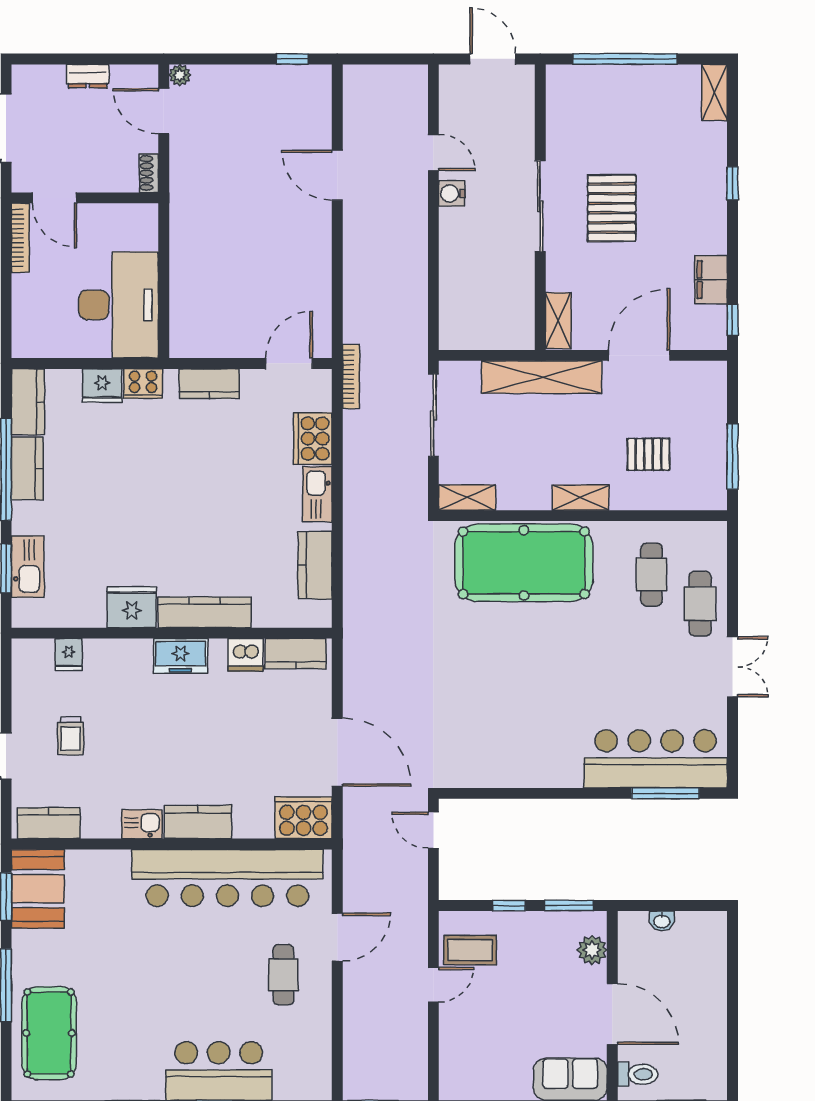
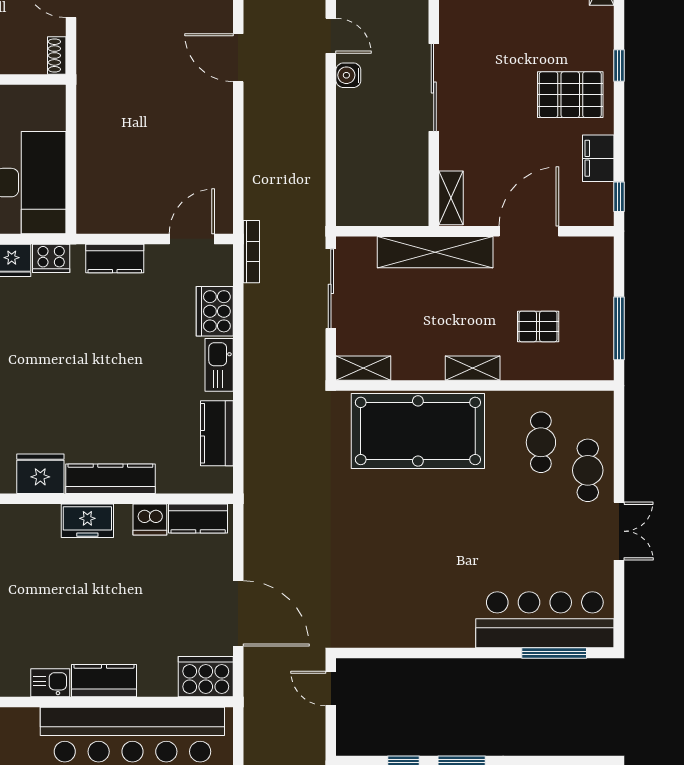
pallet: (612, 208) -> (570, 95), moved, turned 90

